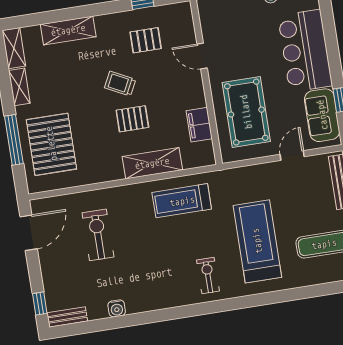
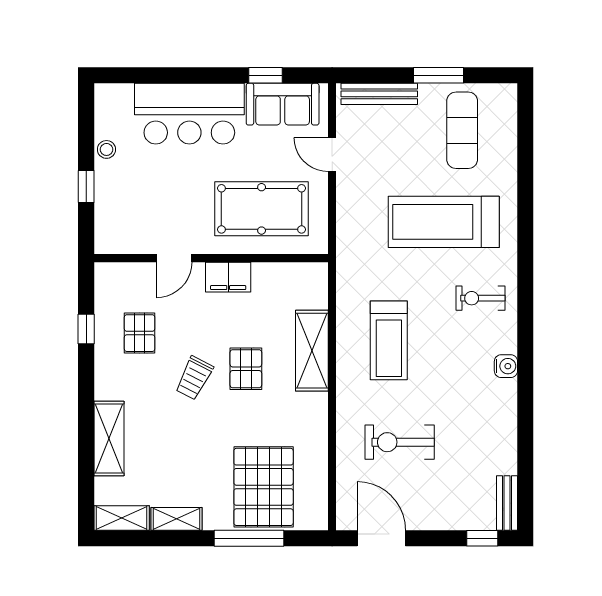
filing cabinet: (199, 125) -> (228, 277), moved
pallet: (51, 144) -> (264, 487), turned 90
treadmill: (182, 201) -> (389, 340), moved
water cooler: (117, 308) -> (506, 366), moved

